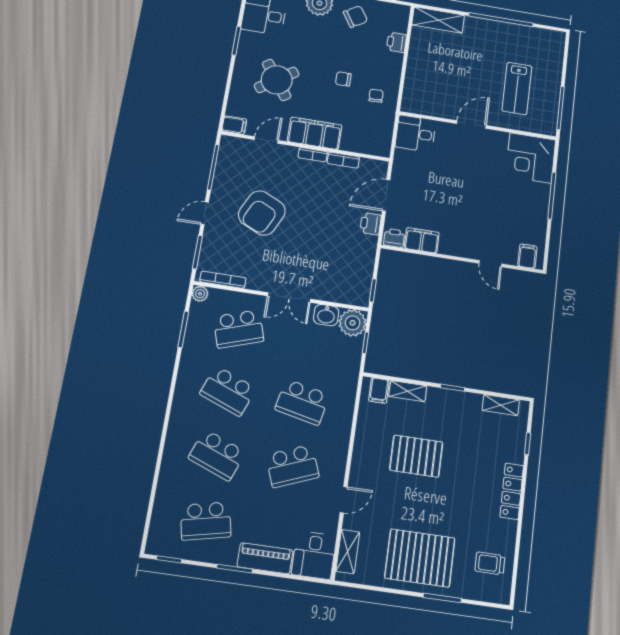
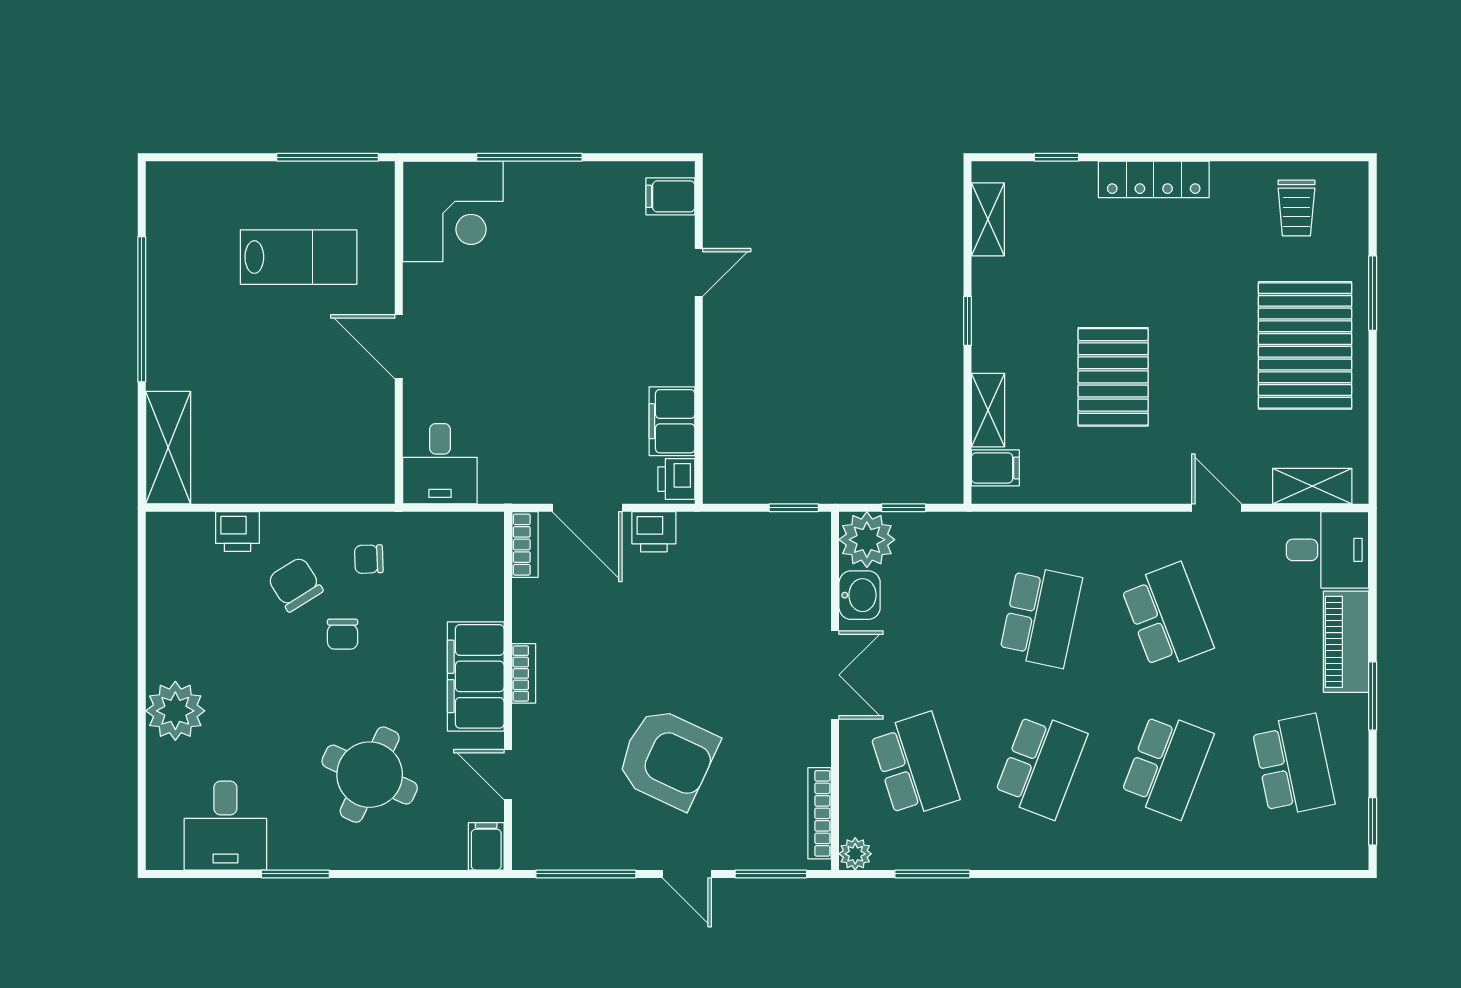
chair: (355, 17) -> (295, 584), moved
round table: (277, 80) -> (370, 775), turned -30
bookcase: (343, 160) -> (525, 545), moved

